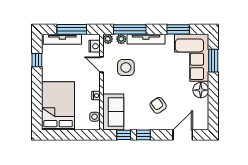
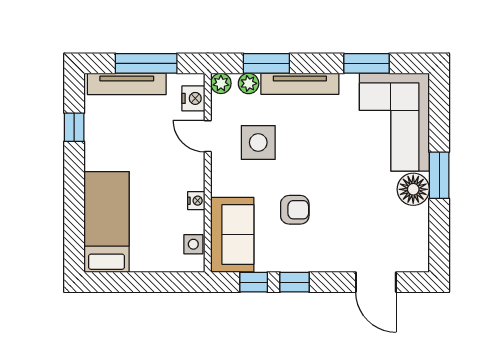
window: (130, 29) -> (266, 63), width x0.69
window: (213, 61) -> (439, 175), moved
armchair: (158, 105) -> (295, 210), moved, turned 125
bed: (58, 106) -> (107, 222), width x0.67
door: (183, 135) -> (376, 282), swing flipped

